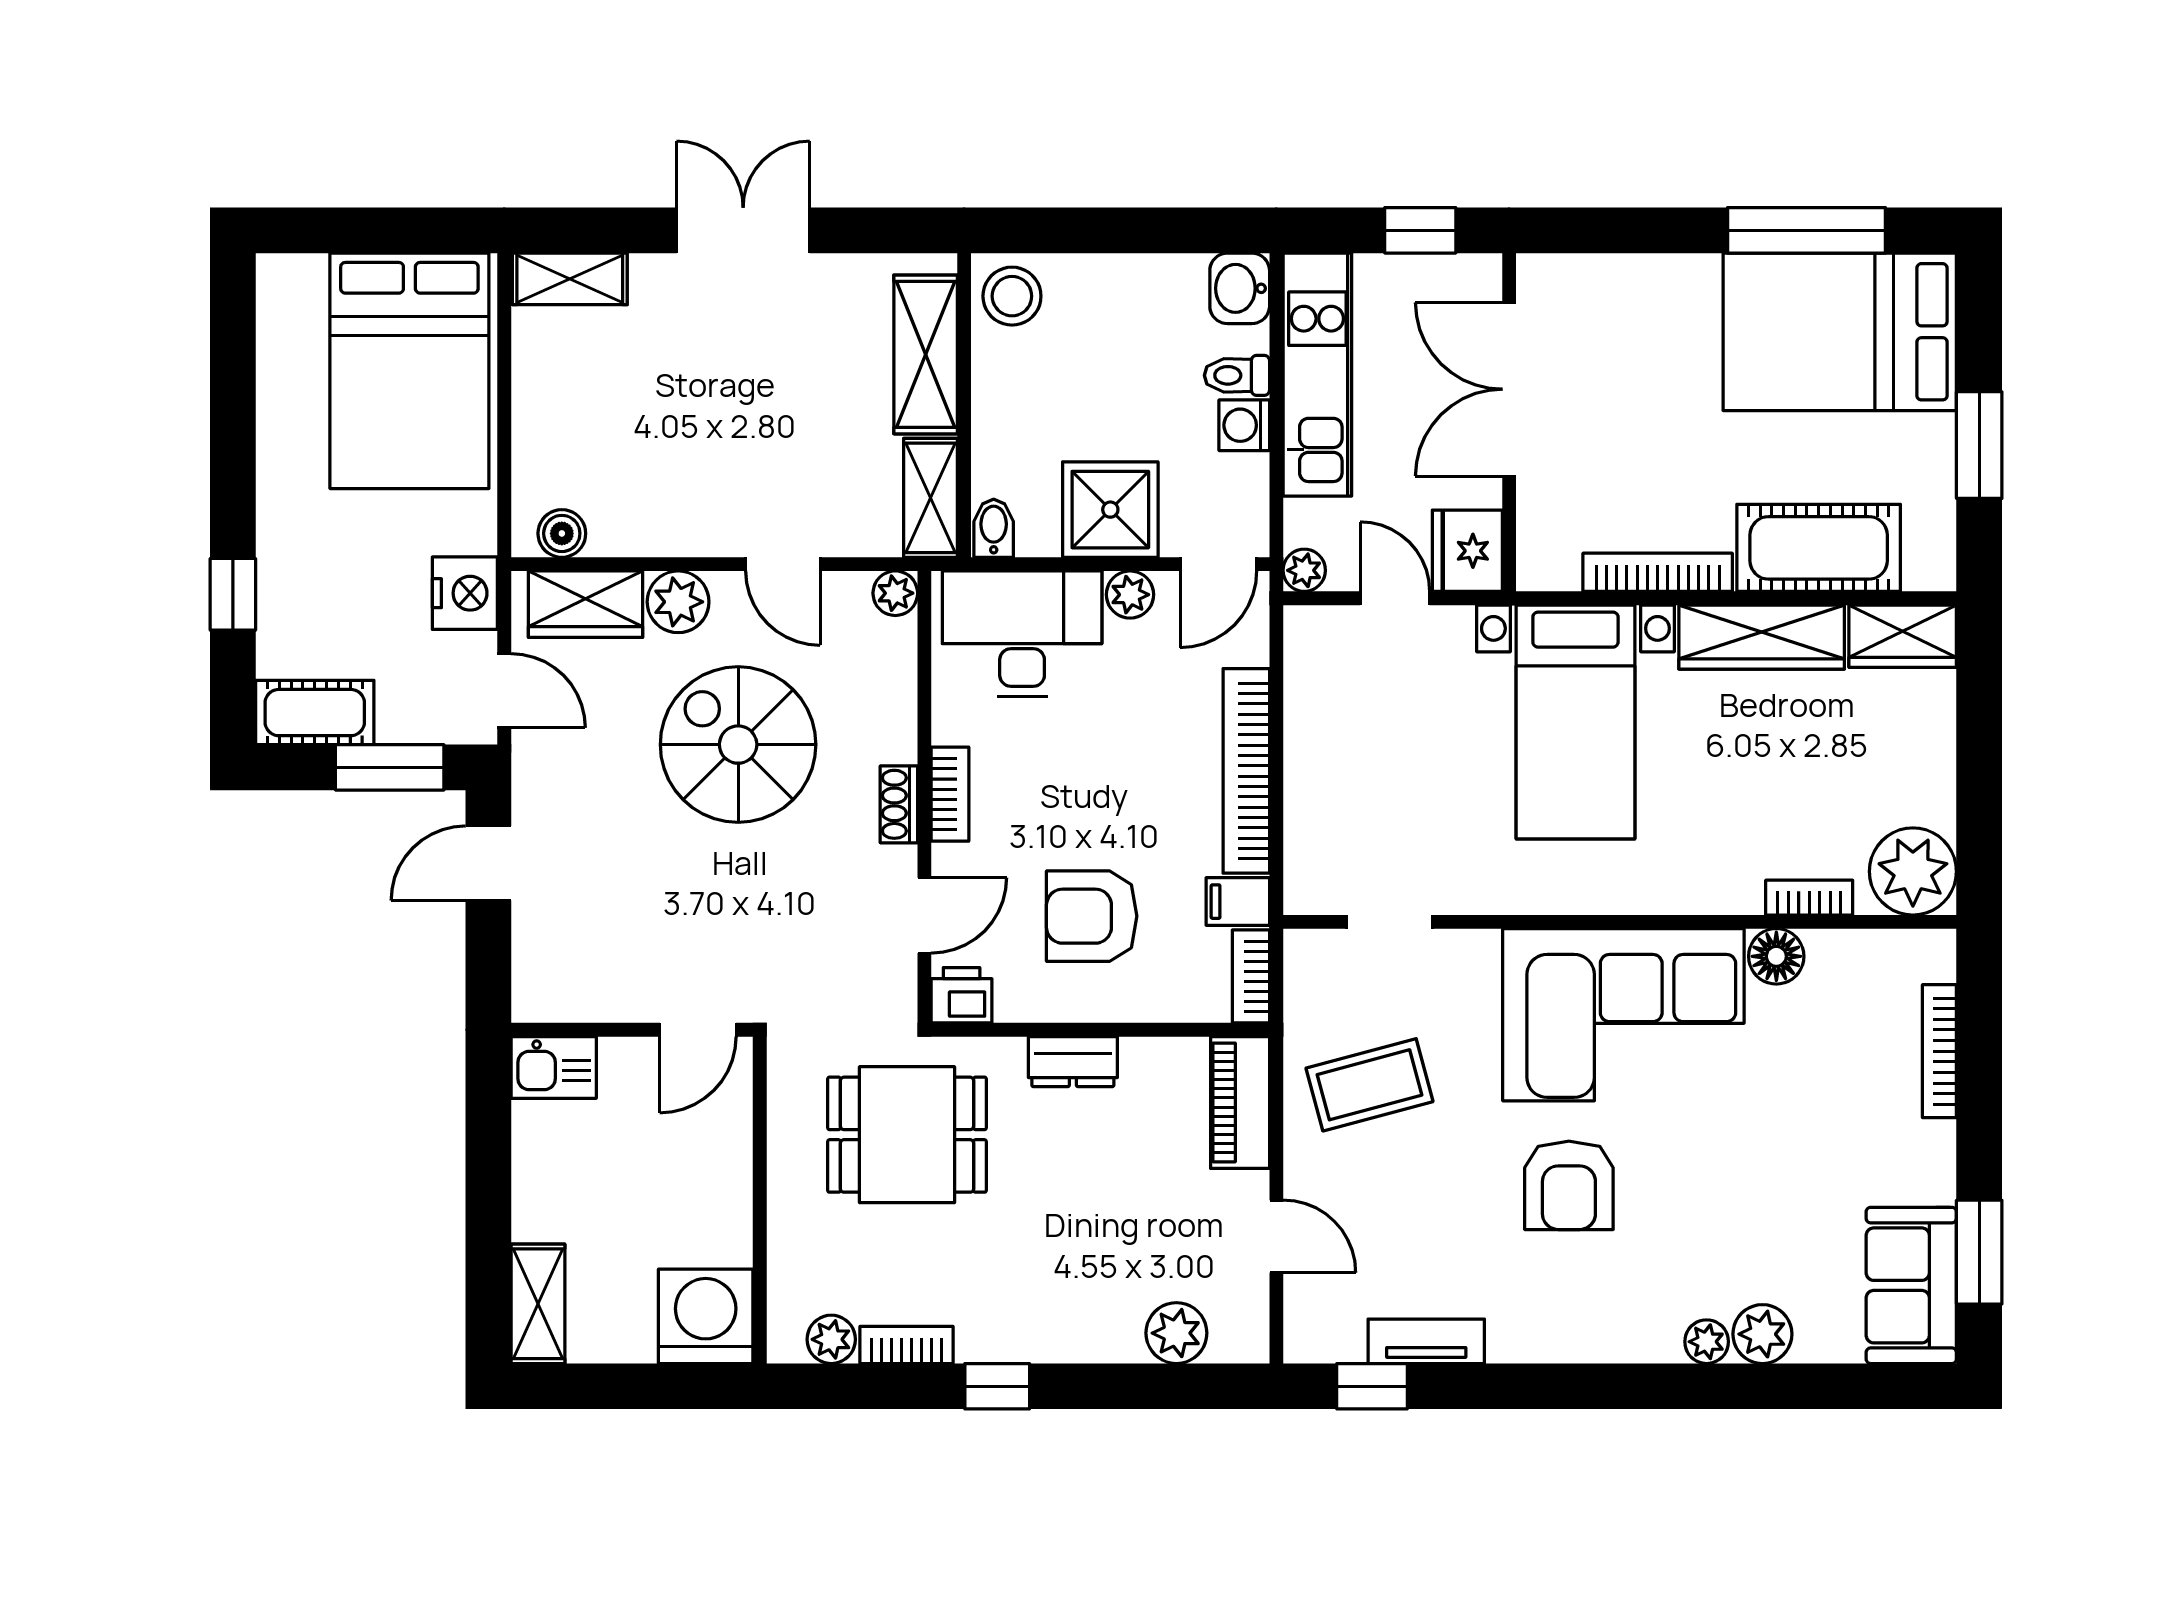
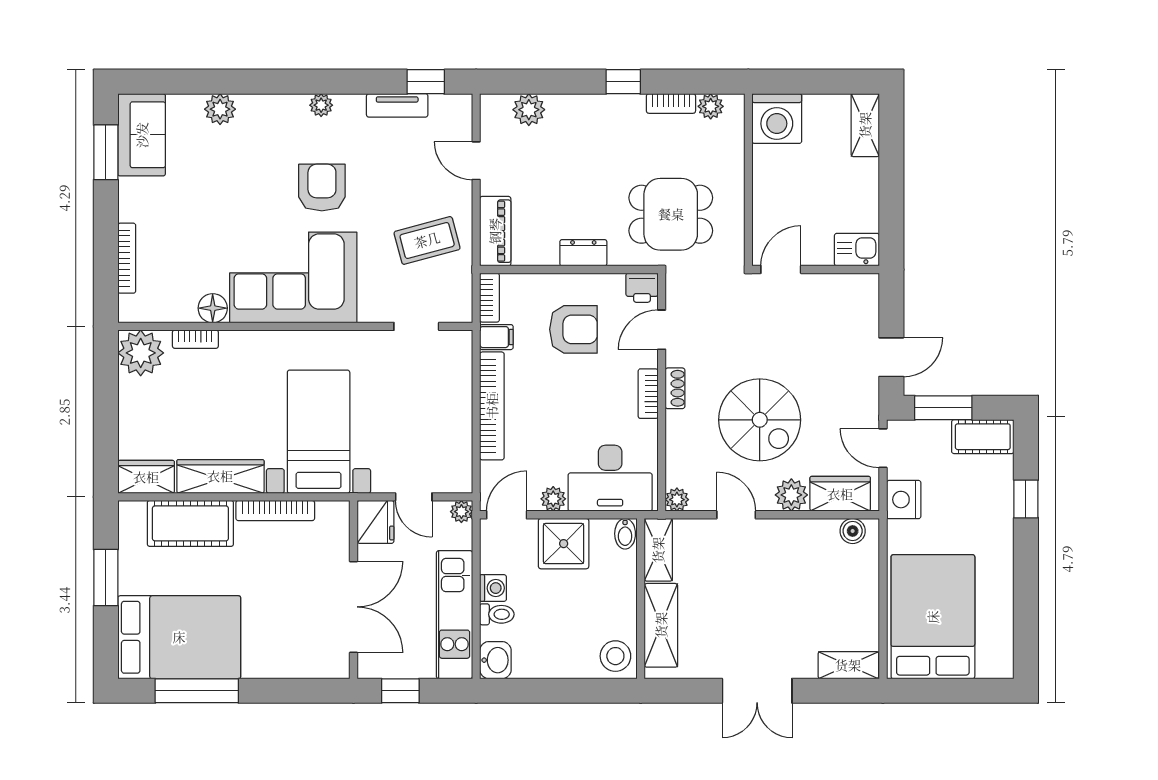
plant: (1707, 1342) -> (321, 105), moved

